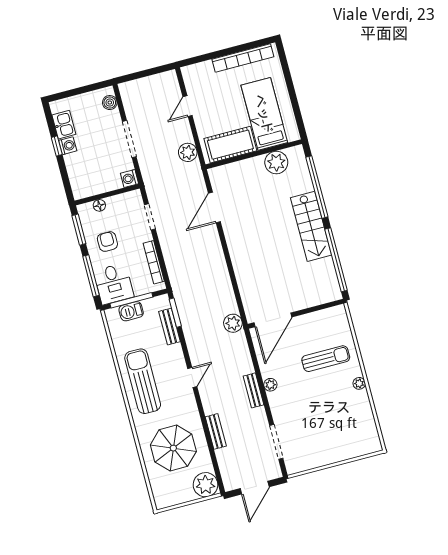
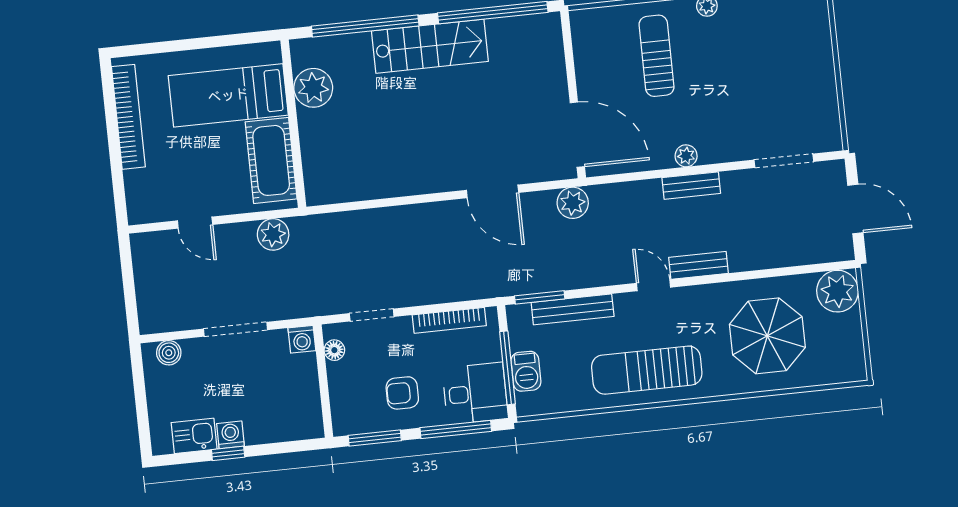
floor lamp: (99, 205) -> (334, 350), moved
door: (214, 207) -> (493, 191), moved
bench: (169, 327) -> (573, 309), width x1.36
bench: (216, 431) -> (698, 265), moved

